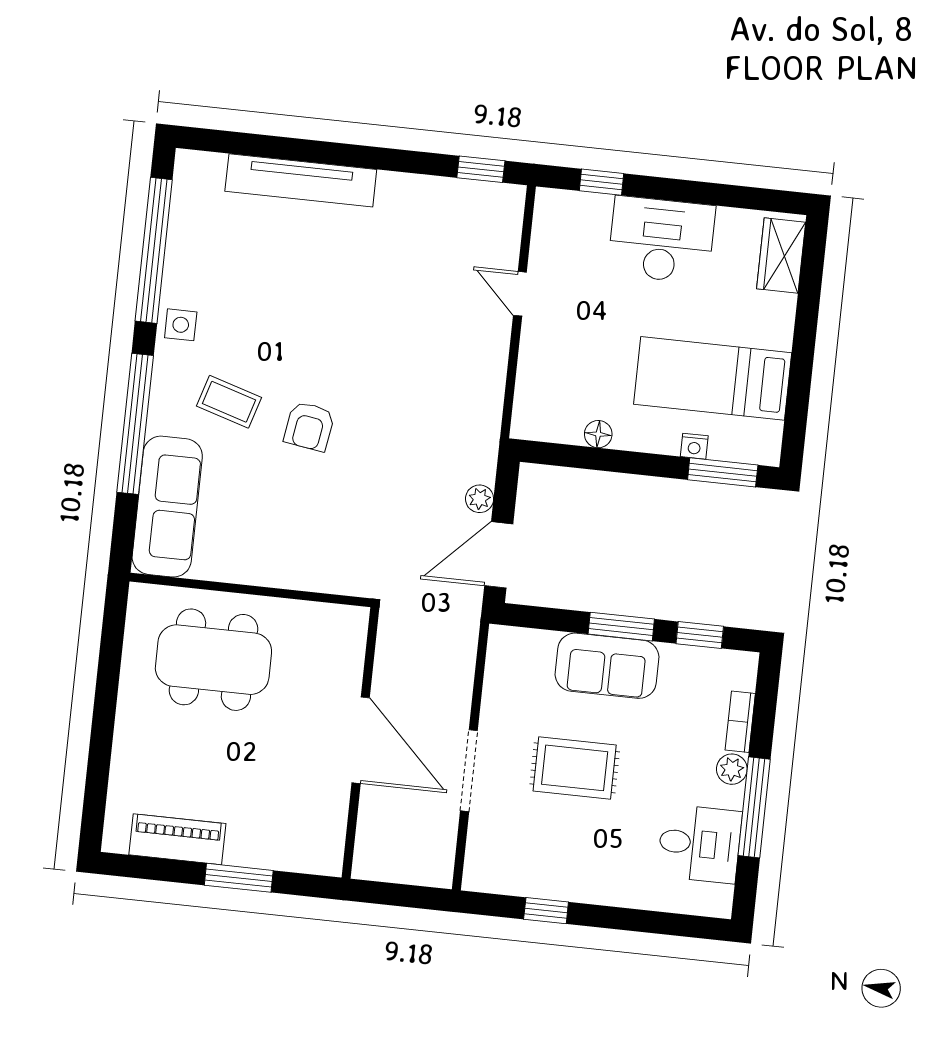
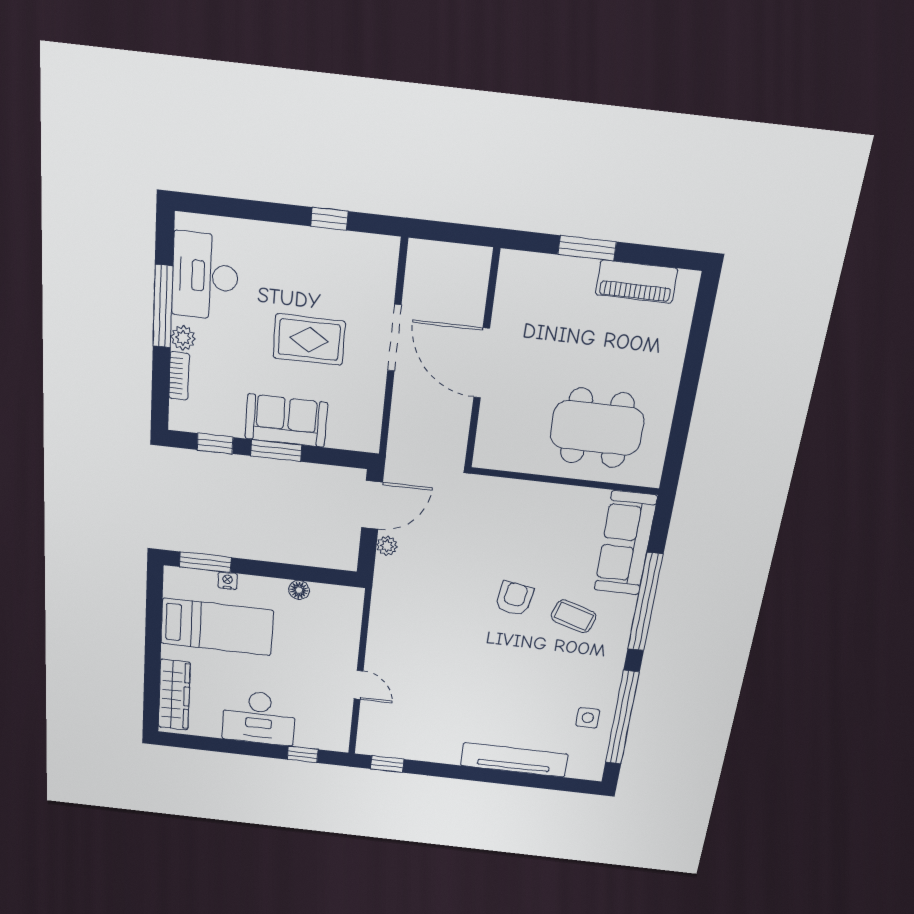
wardrobe: (781, 256) -> (174, 695), width x1.50
side table: (181, 325) -> (588, 718), moved
desk: (699, 844) -> (205, 276), width x1.37

